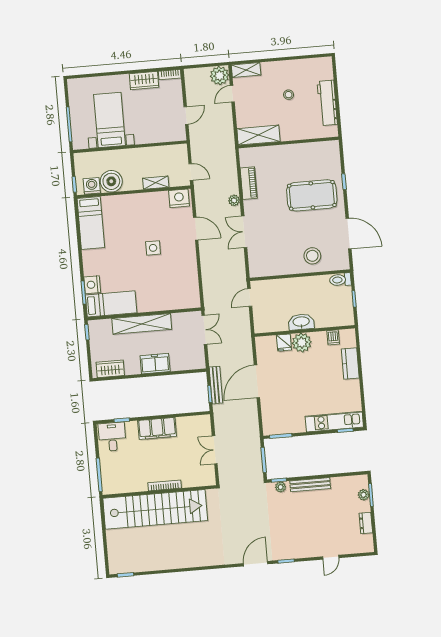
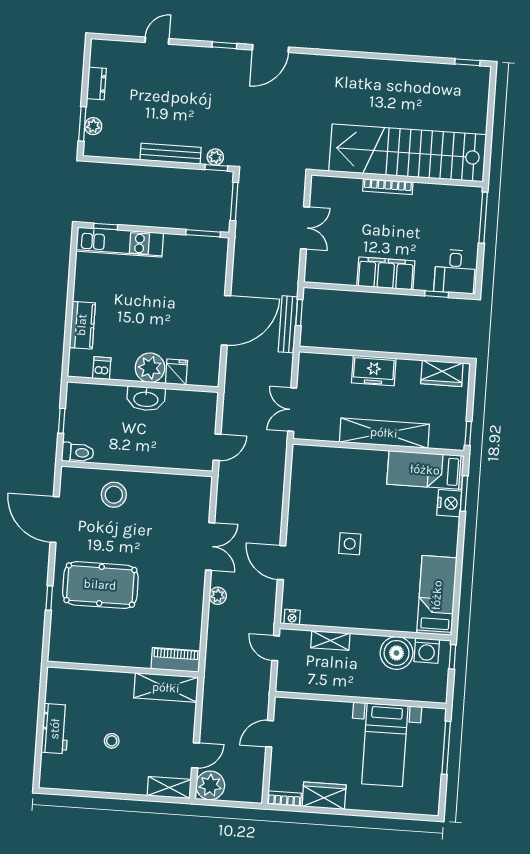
workbench: (327, 103) -> (55, 729), width x0.73
piano: (249, 183) -> (176, 660), moved, turned 90
nightstand: (179, 198) -> (292, 617), width x0.53, depth x0.56

